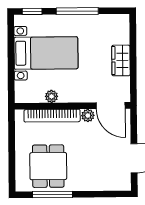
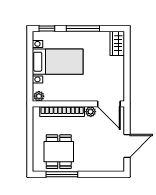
wardrobe: (121, 60) -> (117, 43), moved
plant: (51, 96) -> (39, 96), moved

